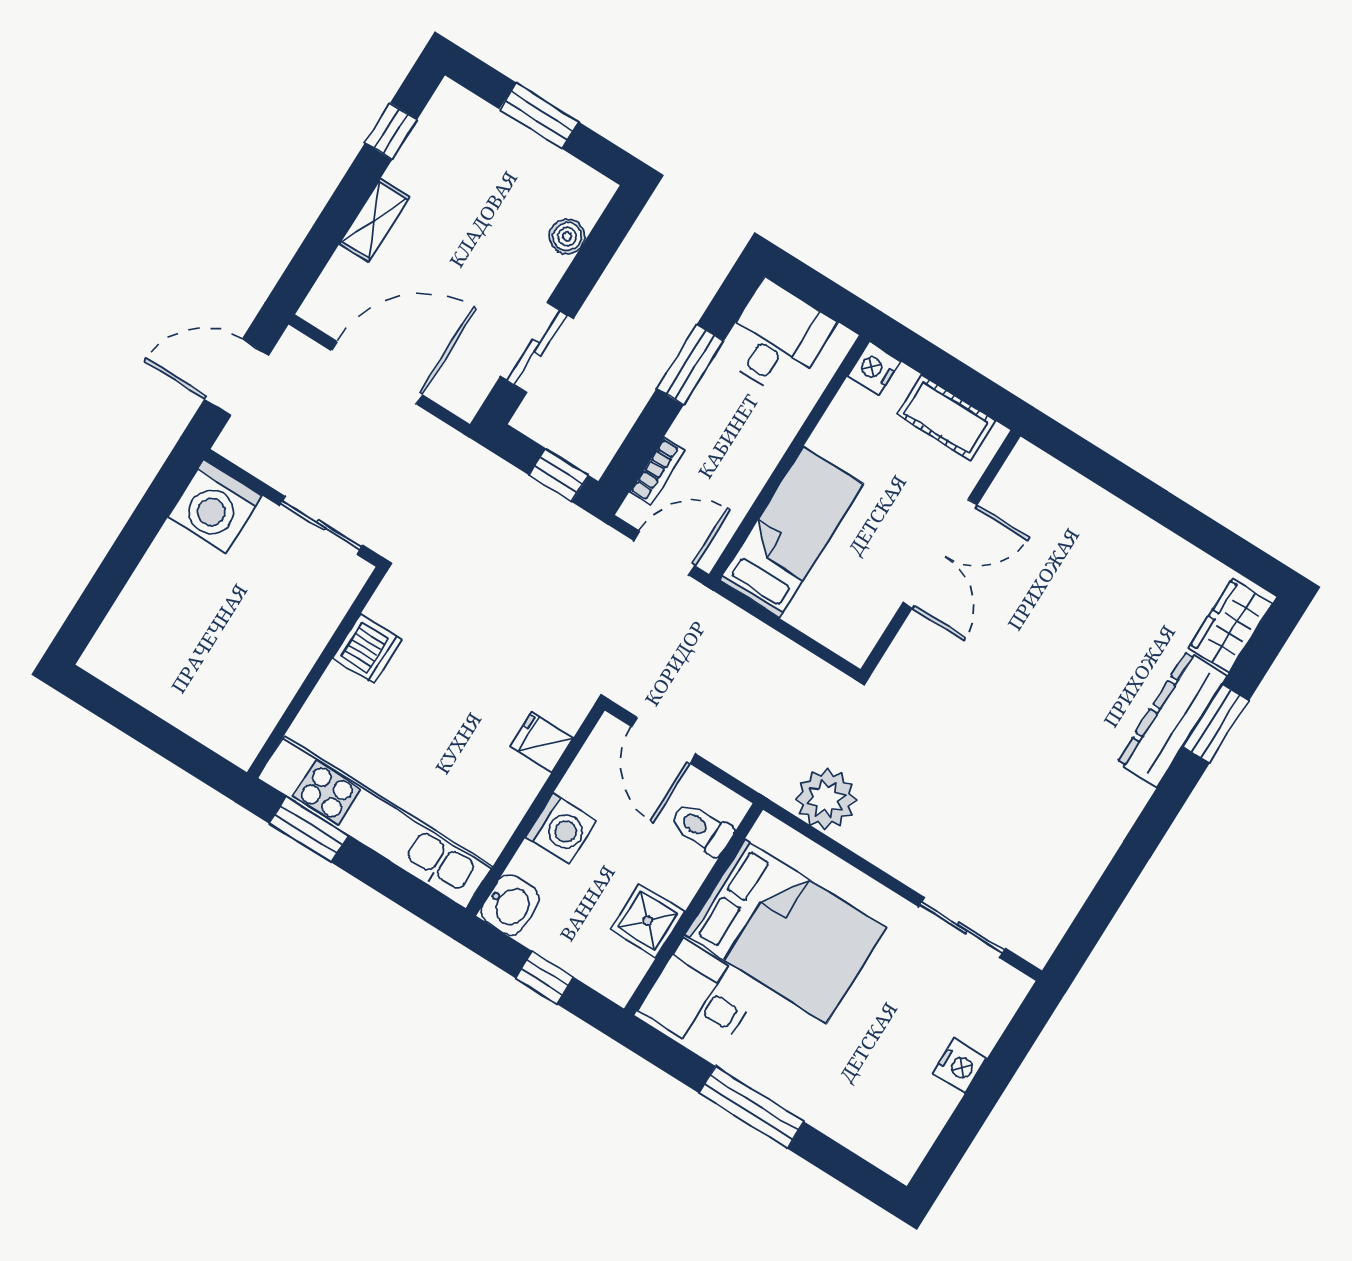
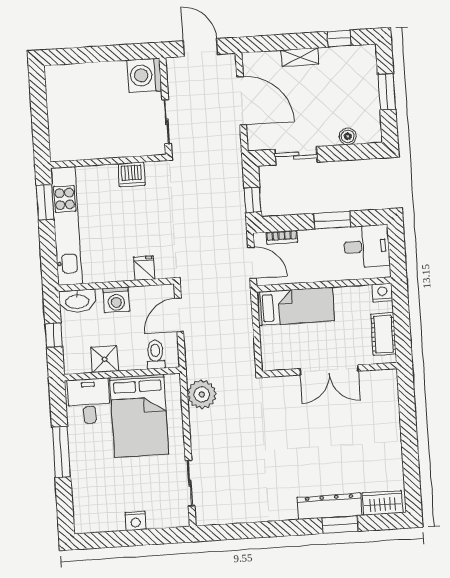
washbasin: (510, 905) -> (77, 301), width x1.38

